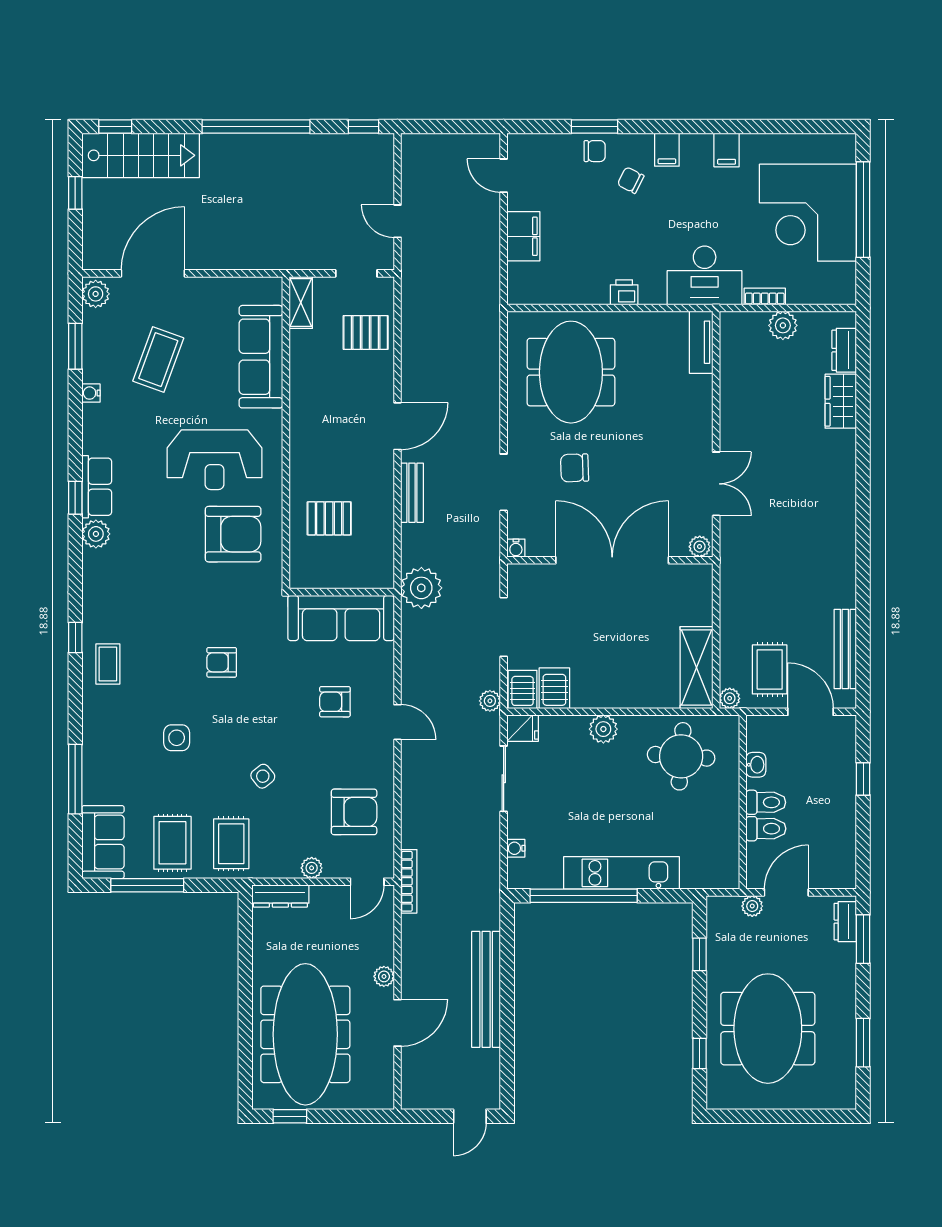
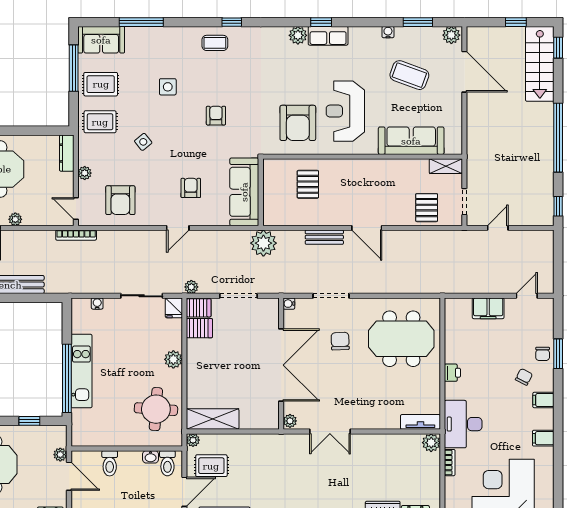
plant: (783, 325) -> (431, 443), moved
toilet: (766, 802) -> (167, 463), moved
window: (584, 896) -> (67, 378), moved

